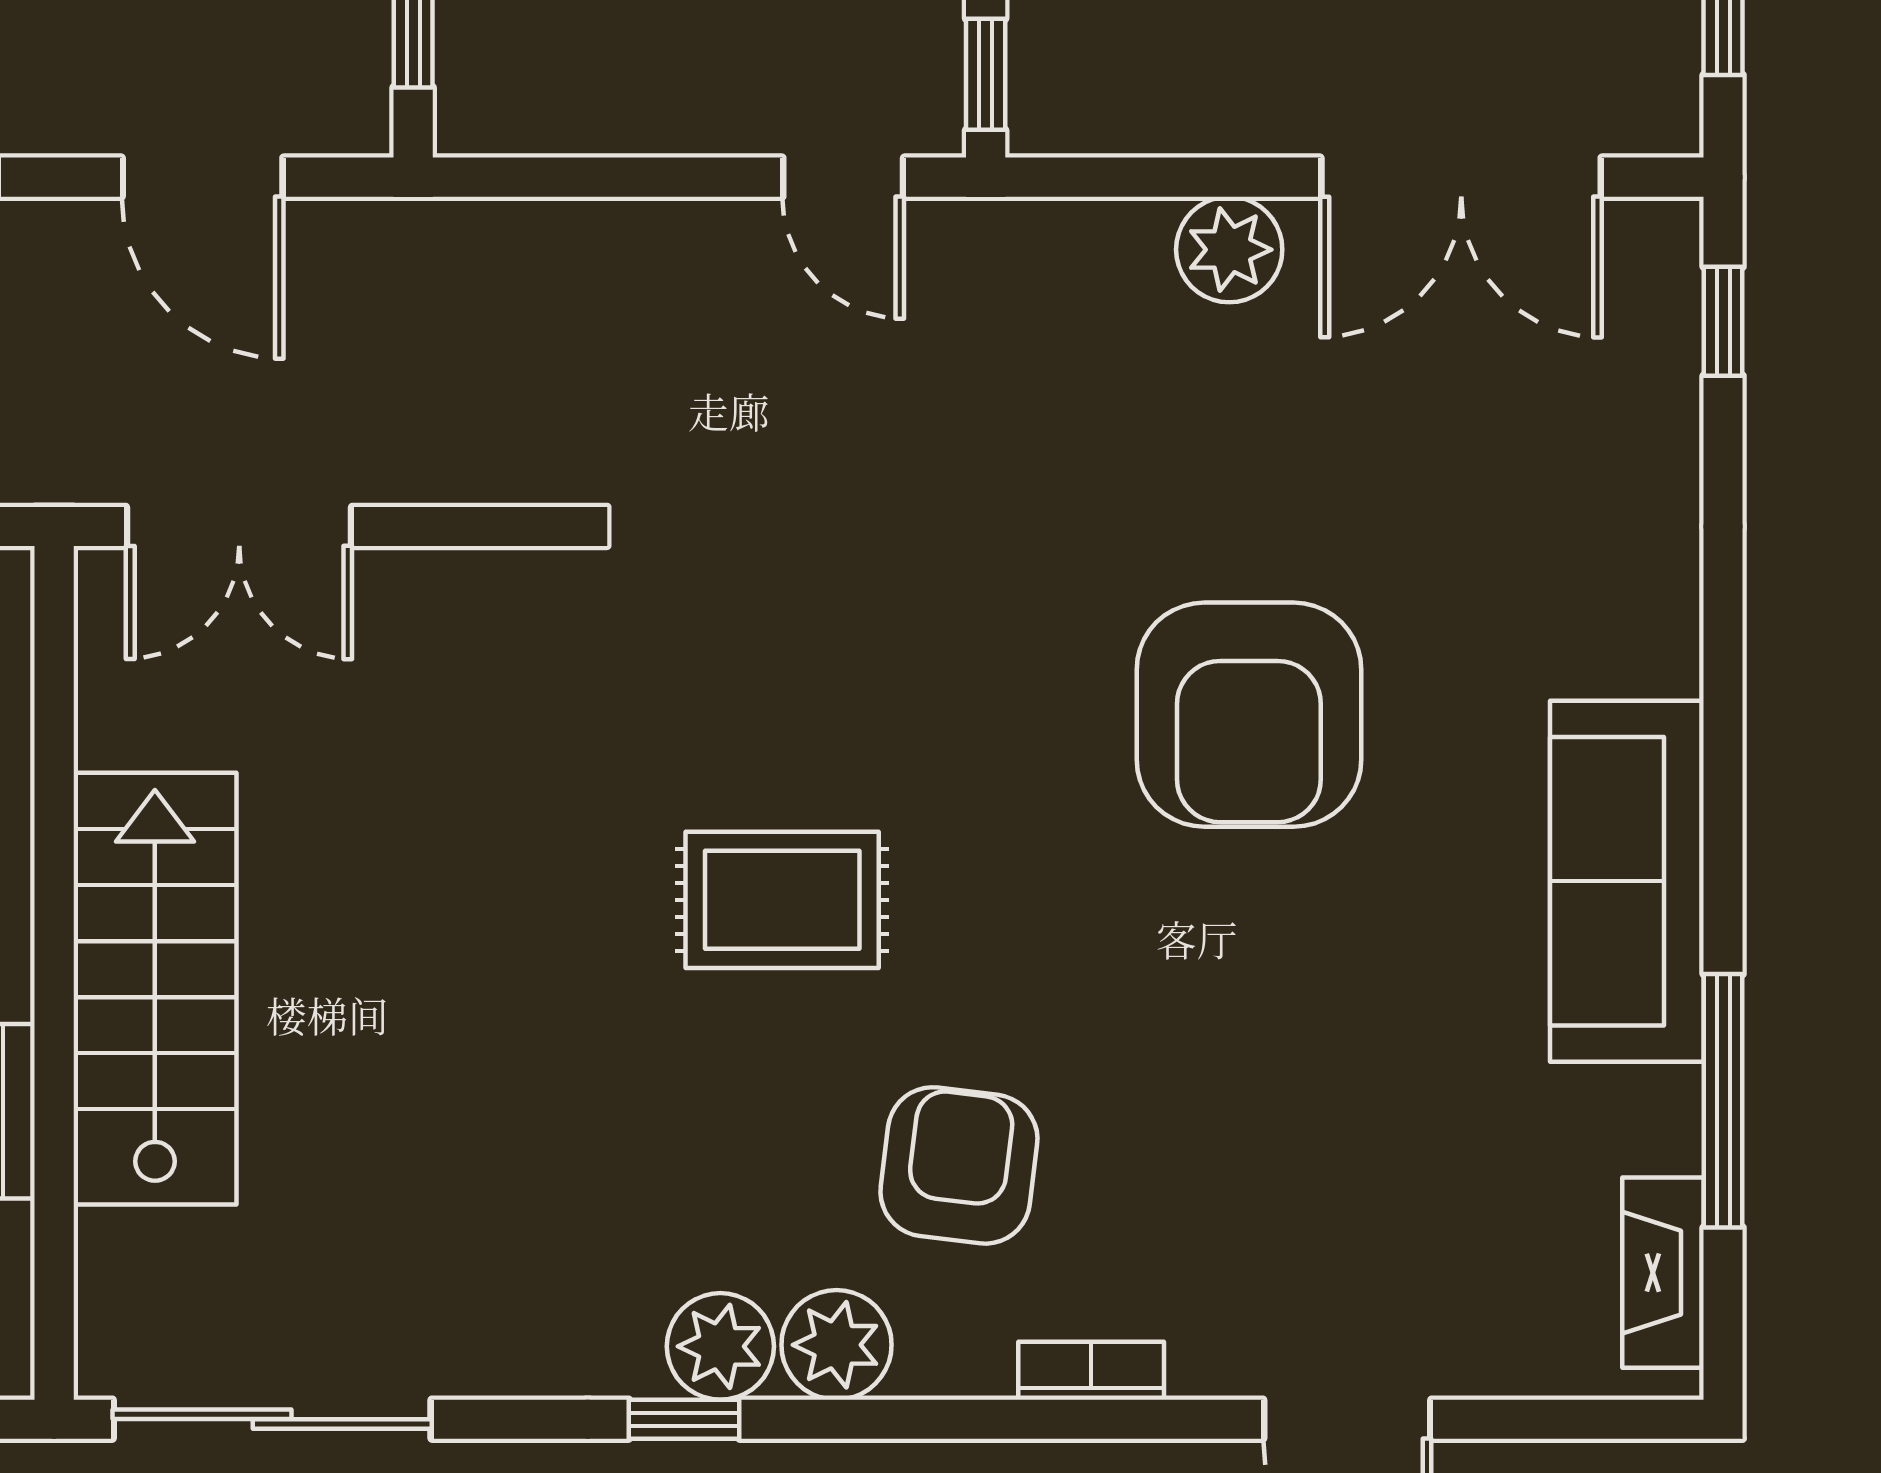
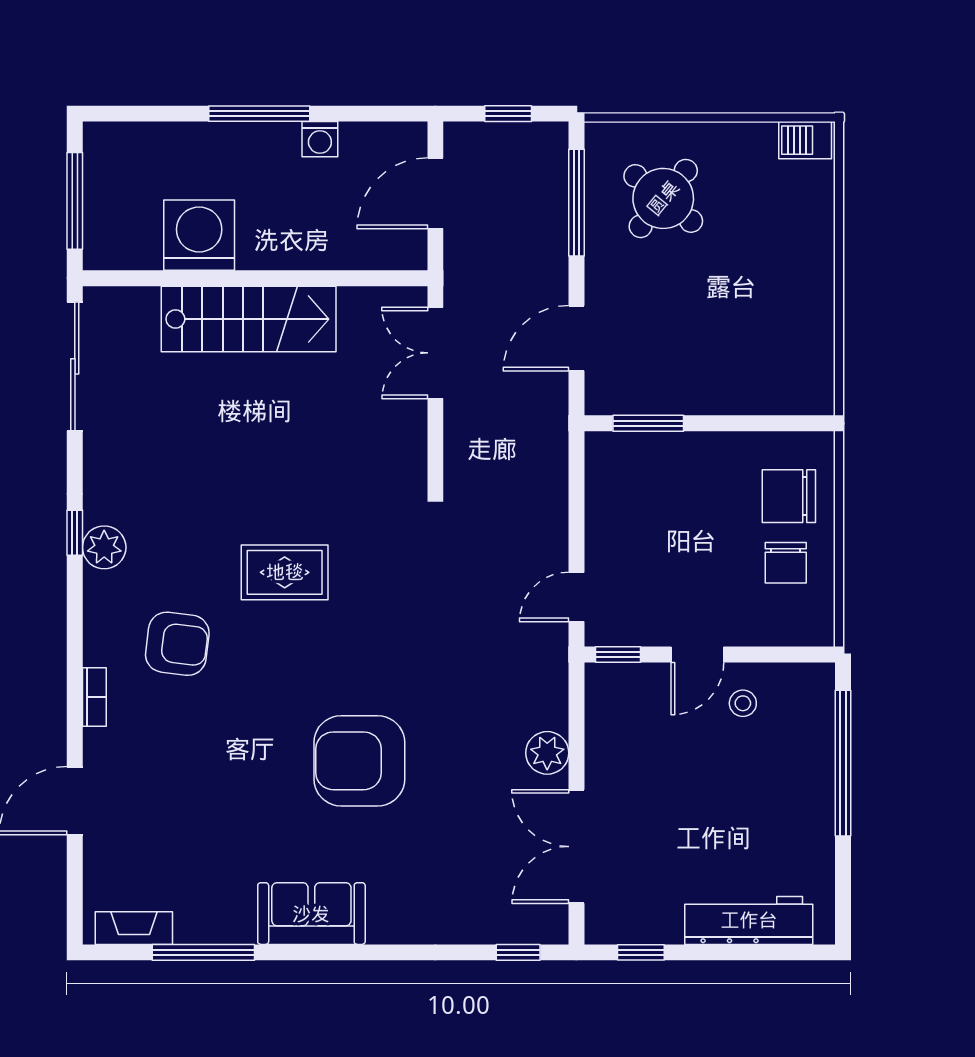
sofa: (1627, 881) -> (311, 914), width x0.73
rug: (782, 900) -> (285, 572), turned 90
plant: (837, 1345) -> (105, 594), removed

